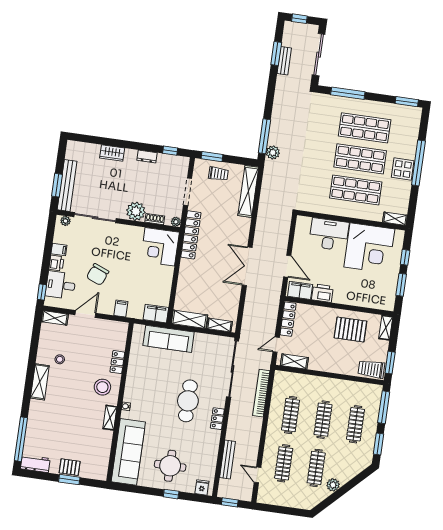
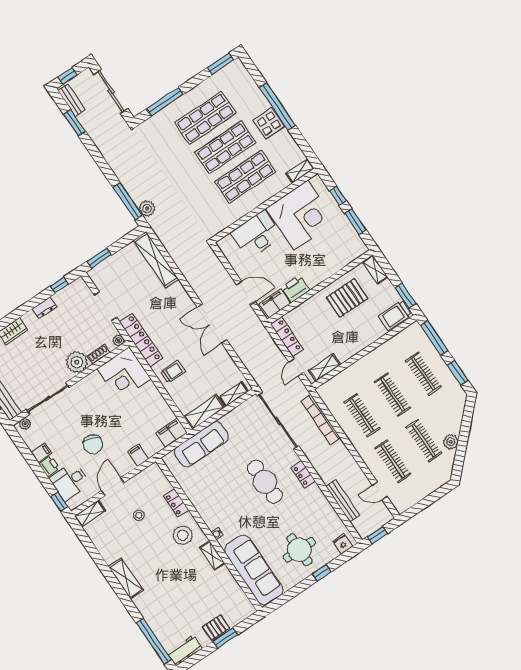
bench: (284, 61) -> (72, 100), moved
trolley: (218, 174) -> (173, 372), moved
stool: (60, 359) -> (139, 515), moved

